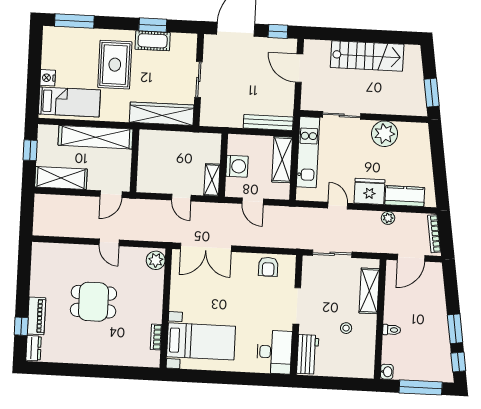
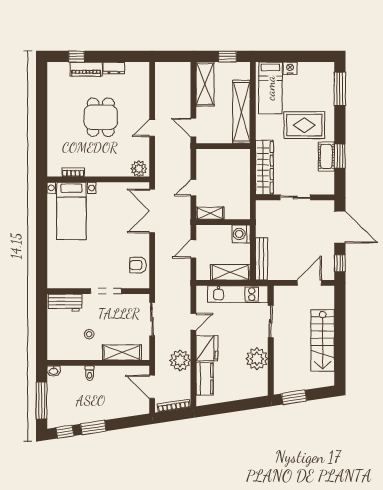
washing machine: (237, 166) -> (241, 234), moved, turned 90
plant: (388, 218) -> (180, 360), width x1.88, depth x1.88
dresser: (34, 348) -> (114, 68), moved
desk: (274, 352) -> (66, 274), removed

